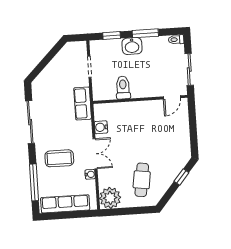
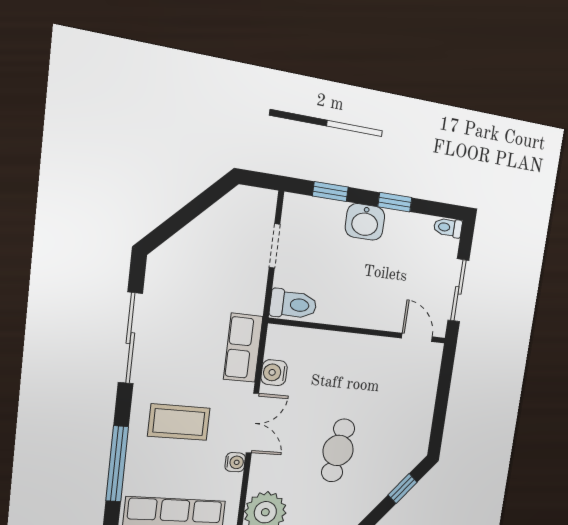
window: (145, 33) -> (395, 202), width x0.67
toilet: (123, 88) -> (293, 304), moved, turned 90
door: (172, 97) -> (417, 337), swing flipped
row of seats: (83, 103) -> (243, 348), moved
cafe table: (142, 180) -> (338, 450), moved

